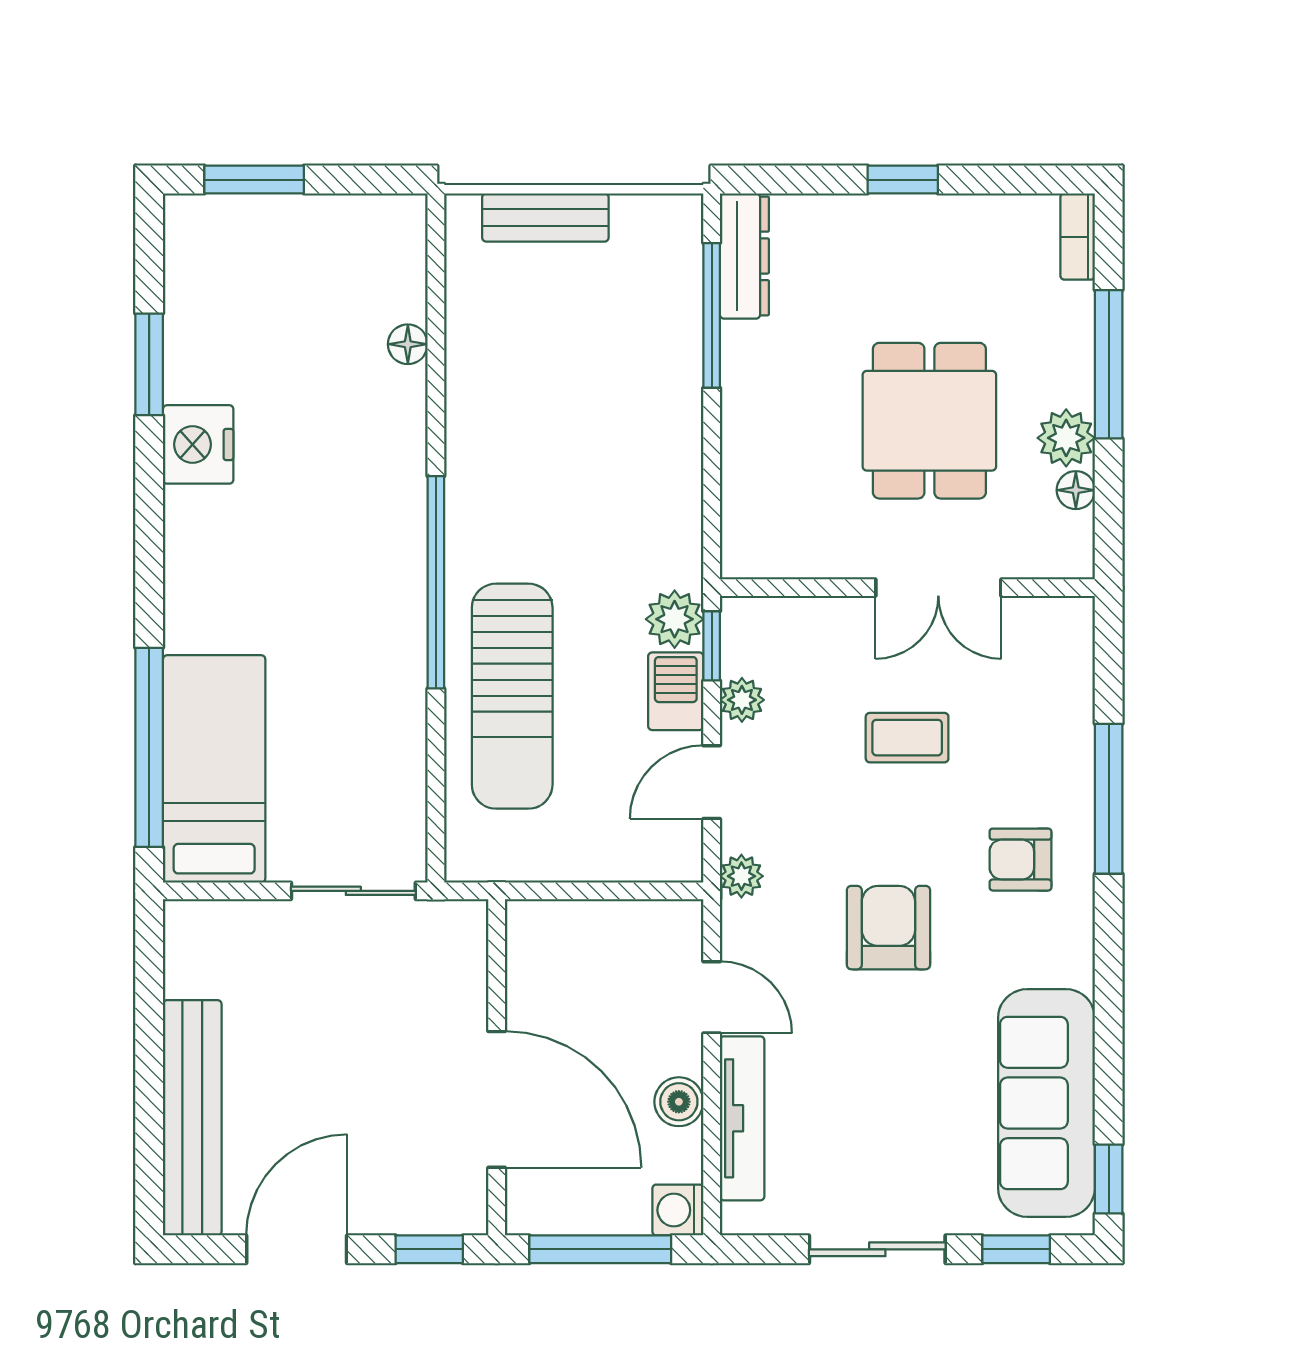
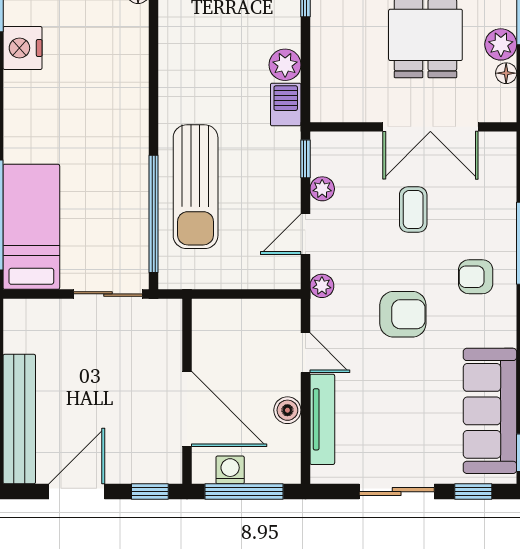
window: (436, 582) -> (154, 214), moved
double door: (938, 588) -> (430, 127), width x1.37
plant: (675, 619) -> (285, 65), moved
barbecue: (676, 691) -> (286, 105), moved
coffee table: (907, 738) -> (413, 210), turned 90
armchair: (888, 928) -> (403, 314), turned 90
washing machine: (678, 1210) -> (230, 470), moved, turned 90

